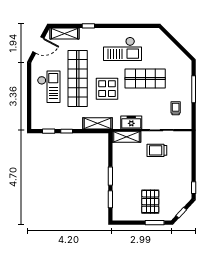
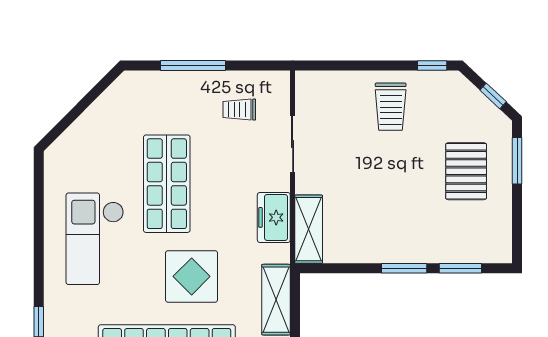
checkout: (123, 49) -> (95, 239), turned 180
trolley: (157, 150) -> (391, 107), moved
pallet: (150, 202) -> (466, 171), turned 90

